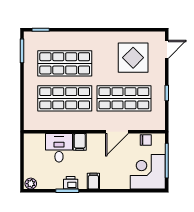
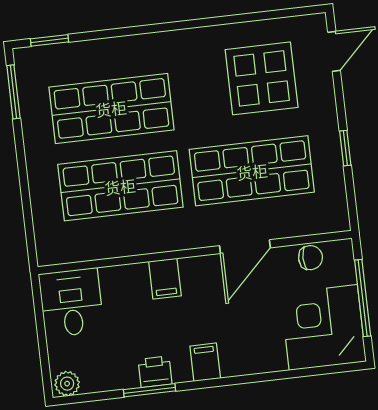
desk: (59, 148) -> (71, 303), moved

